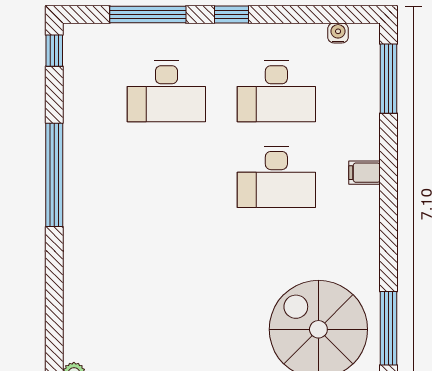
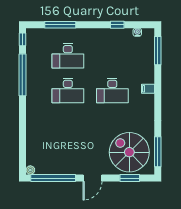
window: (231, 14) -> (117, 25), moved
desk: (276, 91) -> (68, 91), moved
window: (54, 175) -> (22, 75), moved

